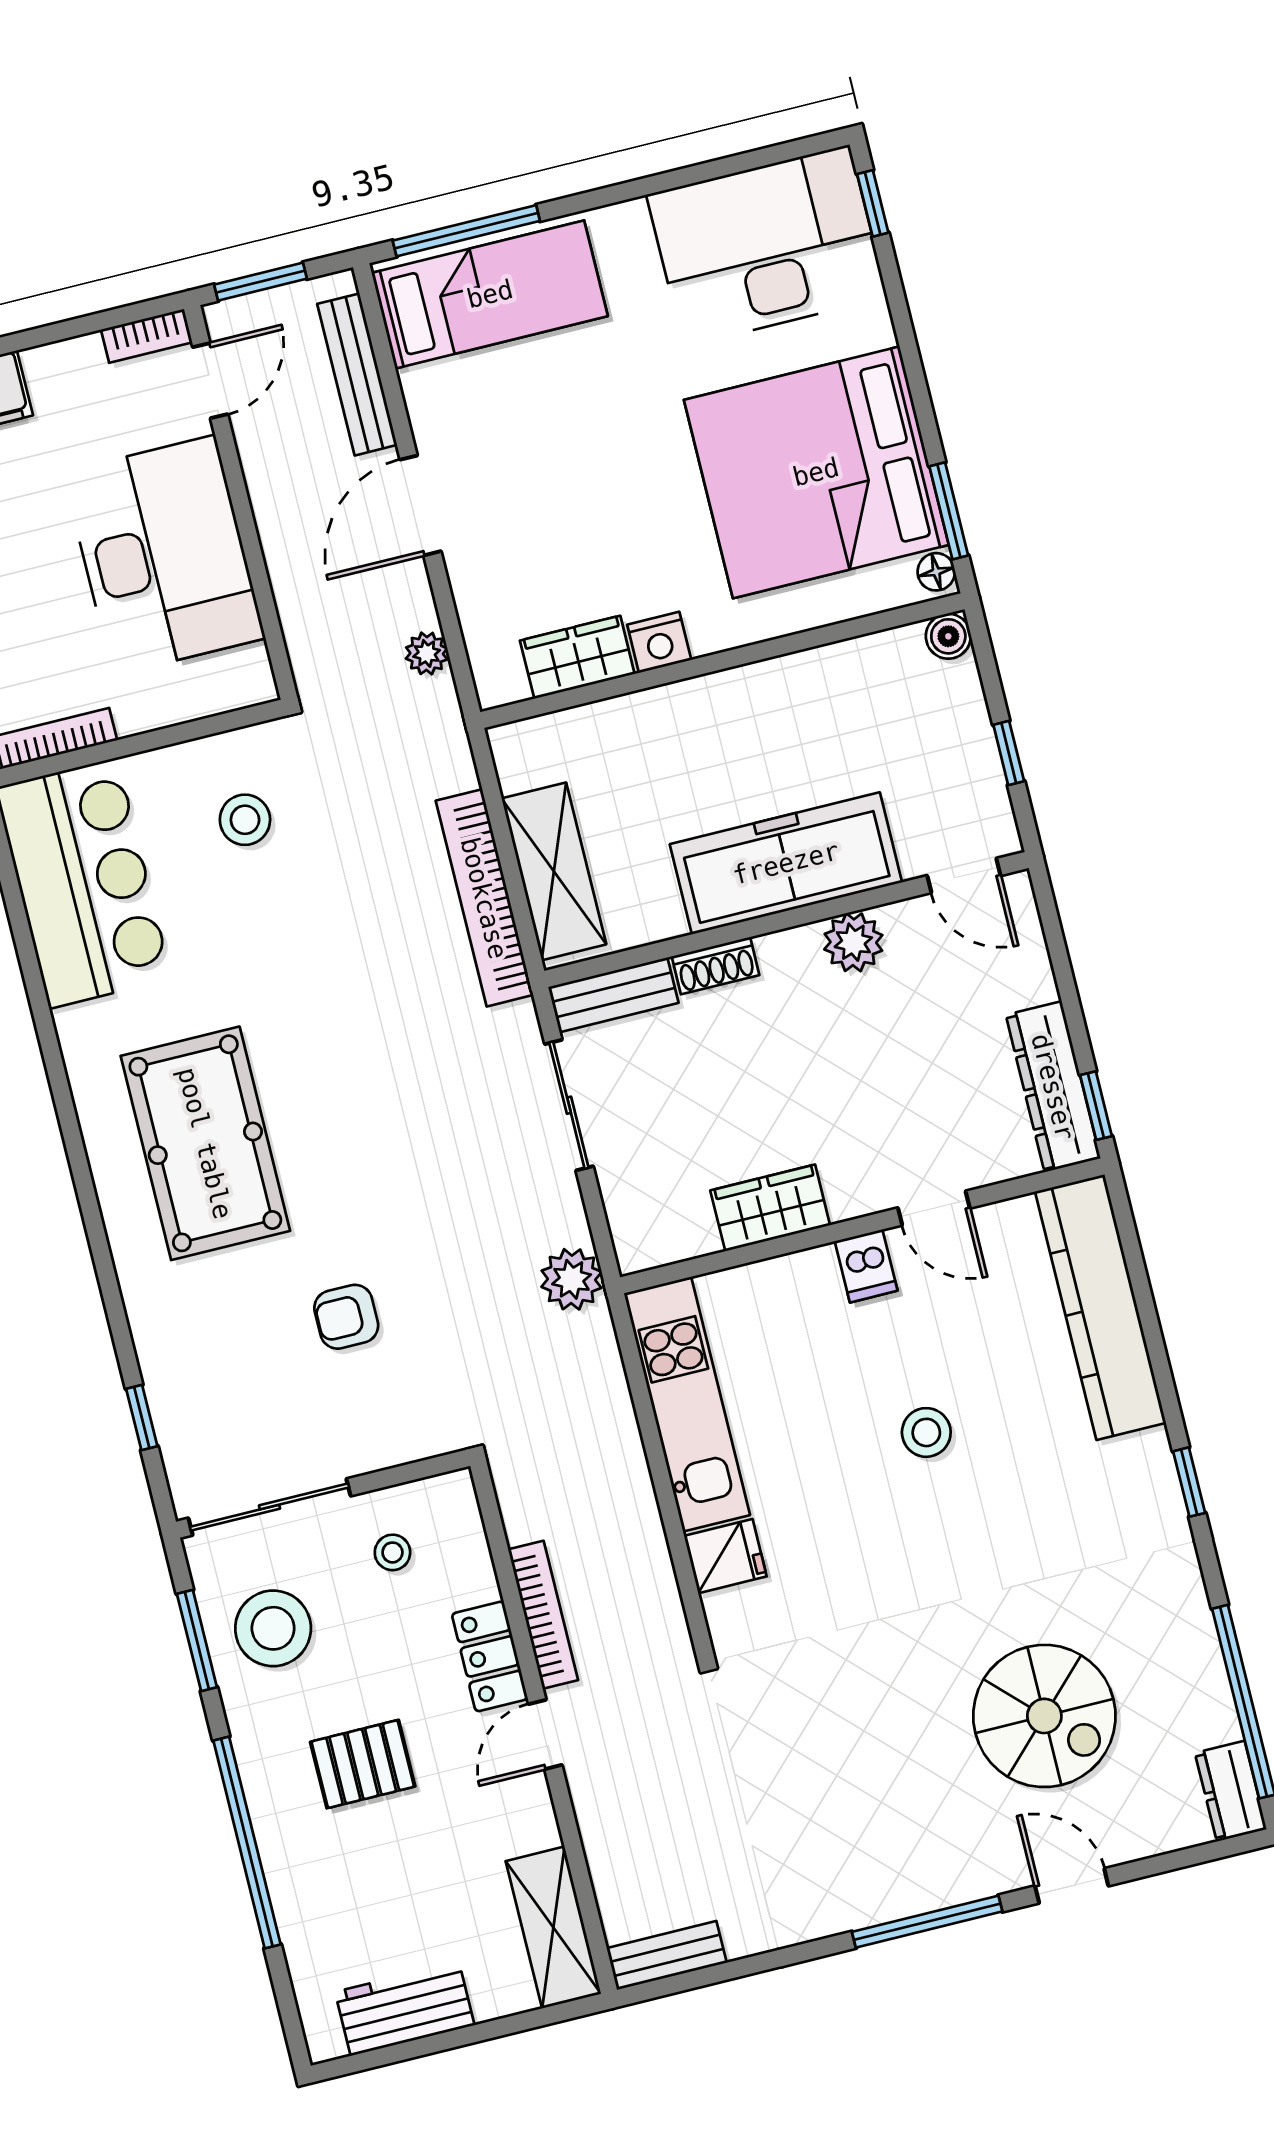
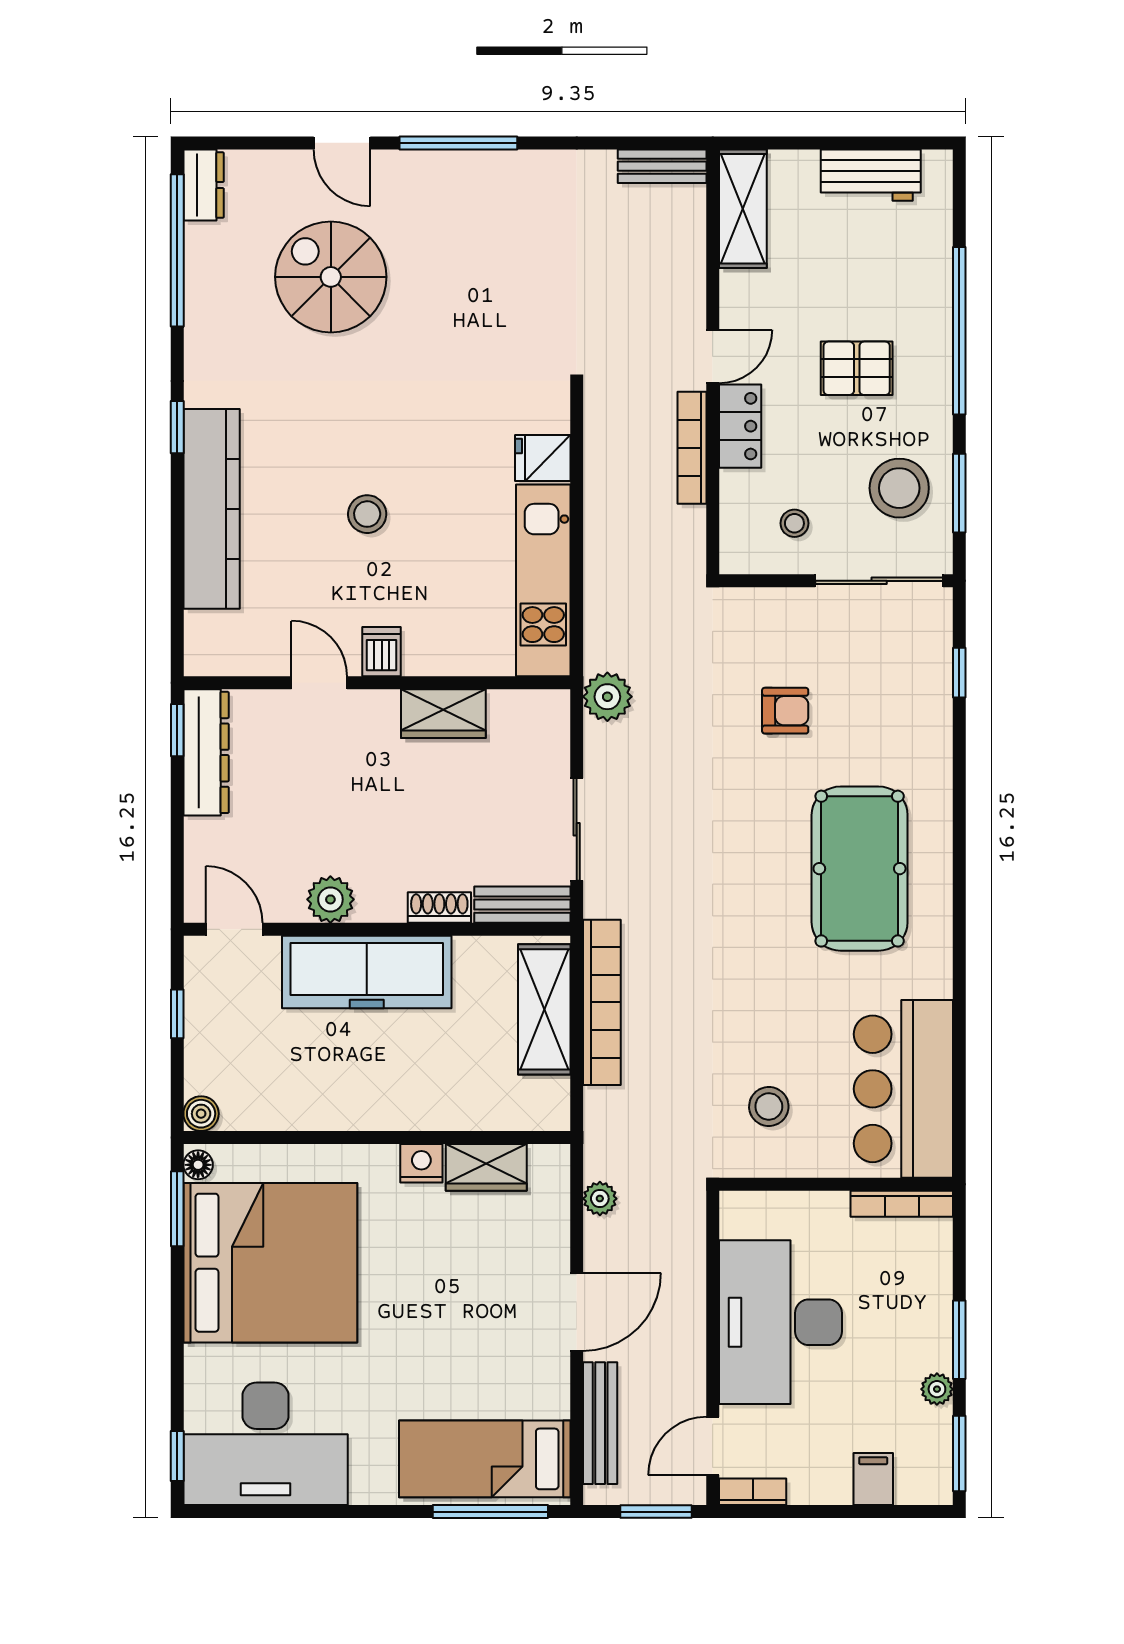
kitchen counter: (1101, 1307) -> (212, 509), moved

